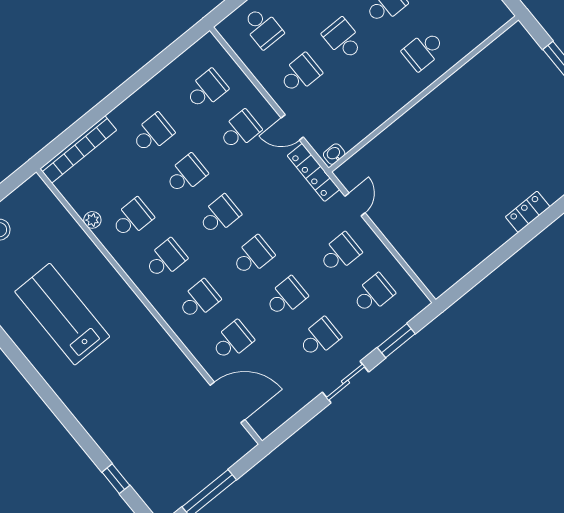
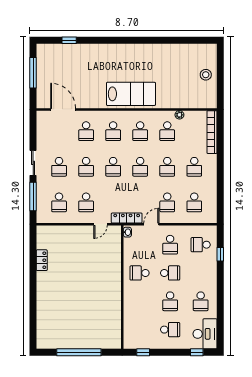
school desk: (423, 50) -> (140, 273), moved, turned -90
door: (355, 204) -> (100, 224), hinge flipped
locker: (528, 212) -> (42, 260), moved
lab bench: (62, 314) -> (131, 94), moved
window: (396, 341) -> (33, 196), width x1.44
door: (228, 402) -> (63, 109), swing flipped

